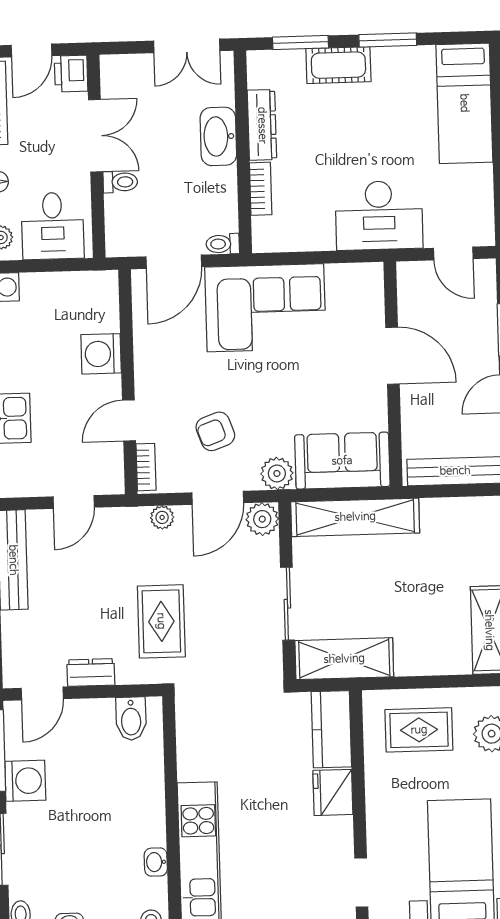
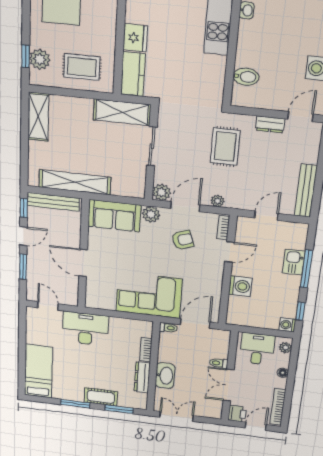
shelving: (355, 517) -> (75, 182), moved
bidet: (131, 719) -> (246, 77), moved, turned 90

